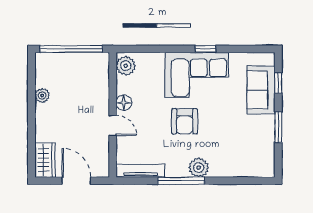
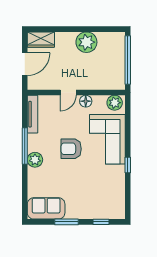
corner sofa: (197, 75) -> (107, 139), moved
sofa: (261, 90) -> (46, 208), moved
plant: (42, 96) -> (86, 42), width x1.88, depth x1.88

